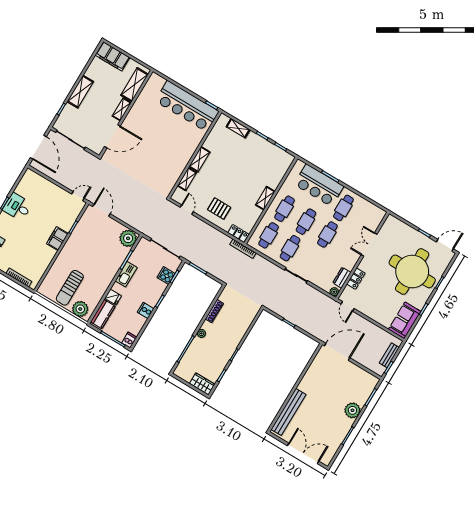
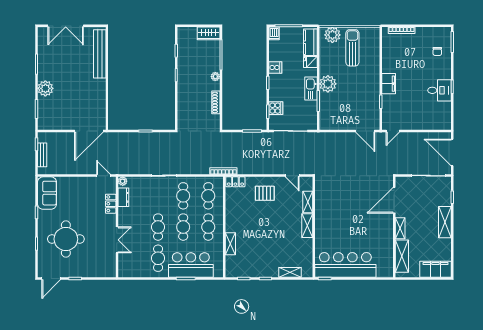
shelving: (265, 198) -> (230, 244), moved
plant: (128, 238) -> (328, 84), moved
round table: (412, 271) -> (66, 239), width x0.73, depth x0.73
wardrobe: (202, 384) -> (209, 33), moved

